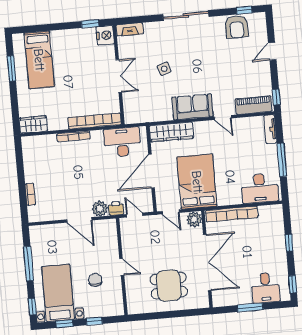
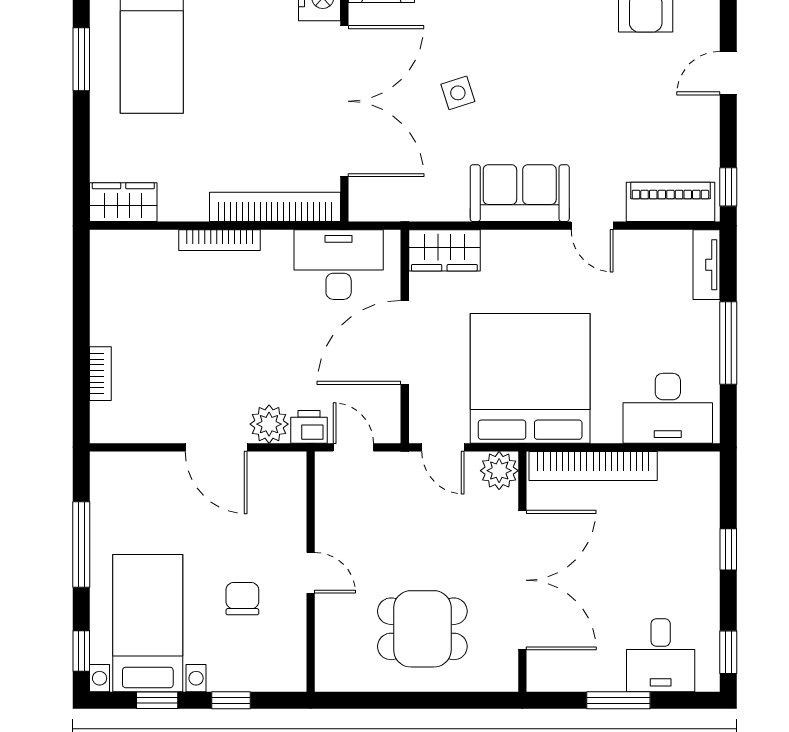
double door: (119, 76) -> (344, 101), width x1.87
wardrobe: (171, 132) -> (444, 250), width x0.67
bed: (197, 182) -> (530, 378), width x1.36

